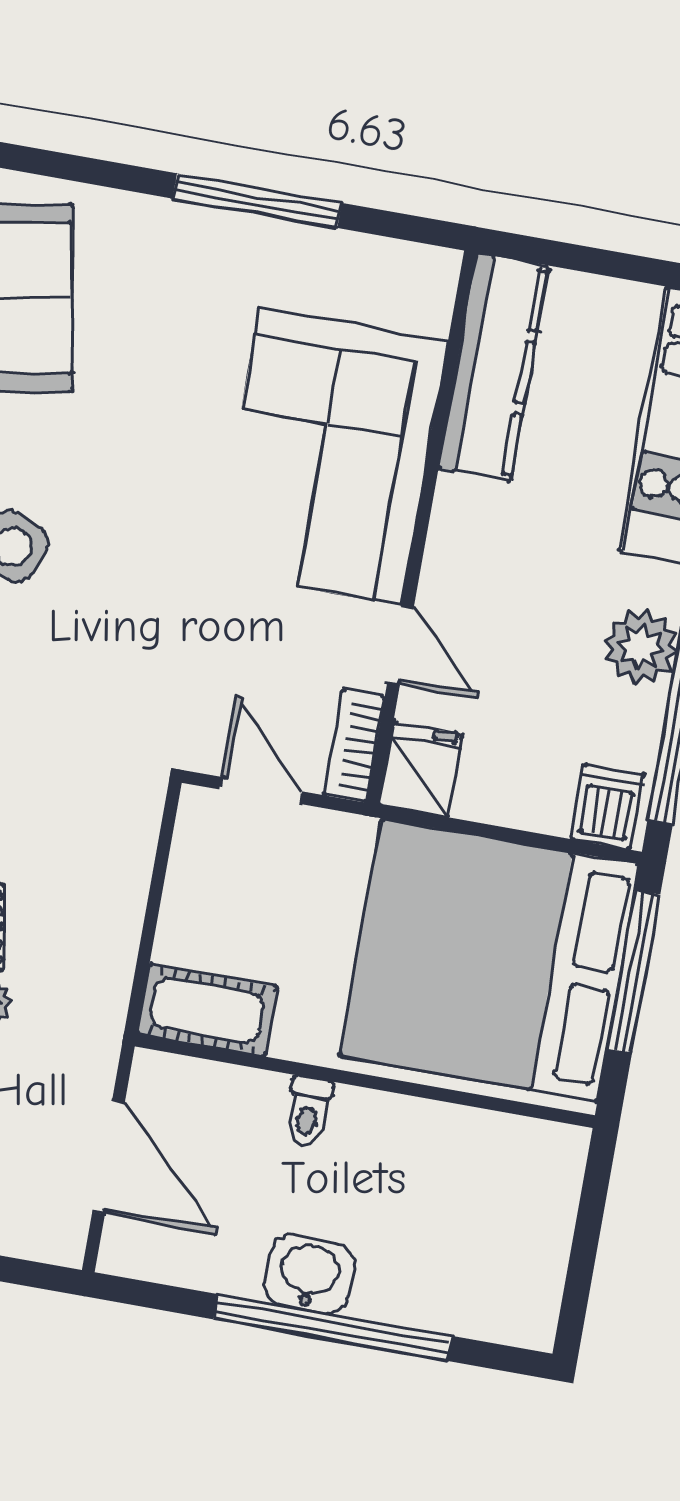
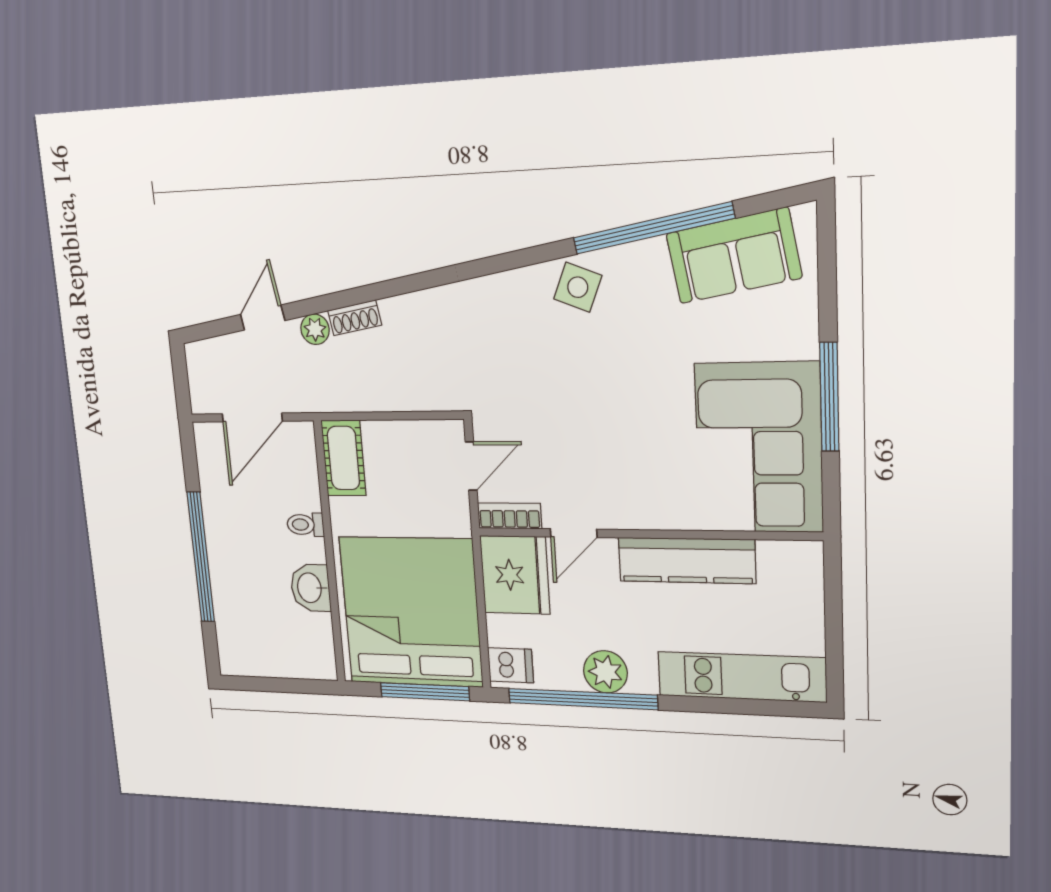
kitchen counter: (493, 367) -> (687, 560), moved
corner sofa: (330, 456) -> (759, 448), moved, turned -90
fridge: (421, 769) -> (515, 575), width x1.88, depth x1.34
washbasin: (309, 1274) -> (310, 588), moved, turned 180

